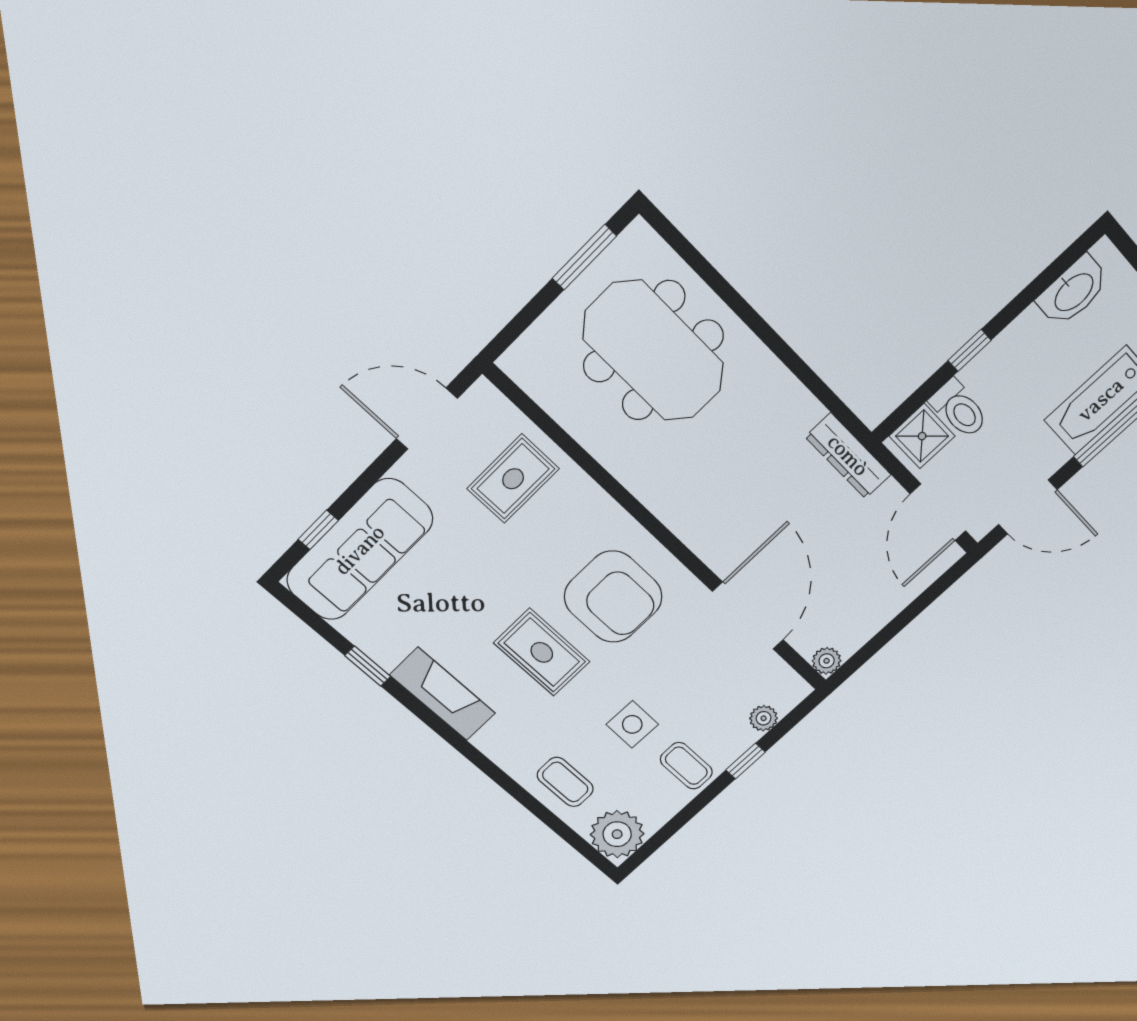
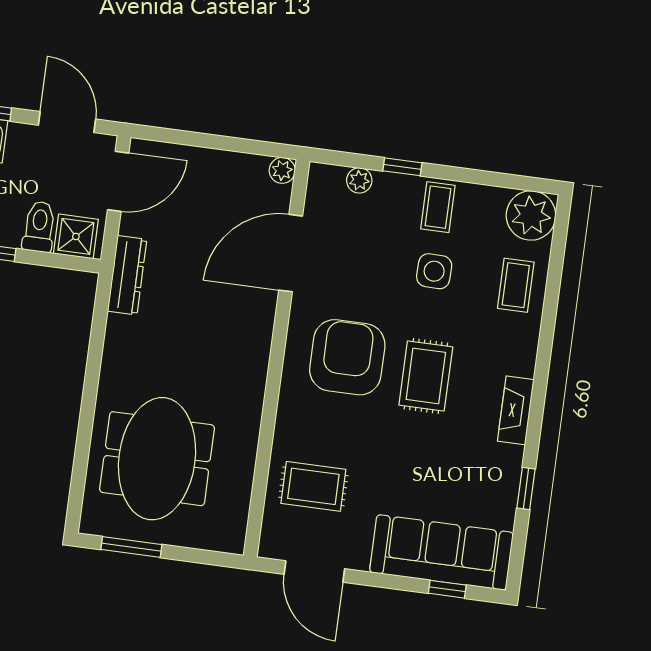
fireplace: (443, 694) -> (516, 410), width x0.73, depth x0.76

